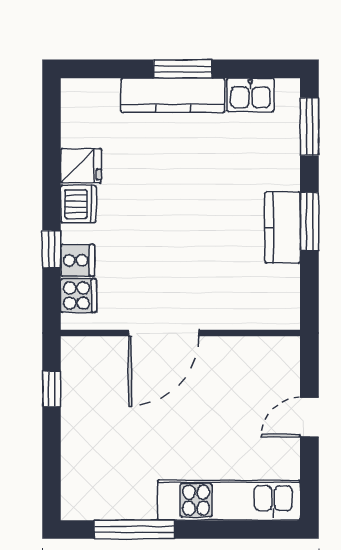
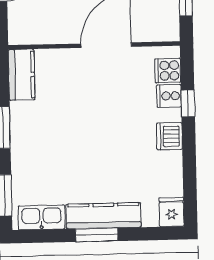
kitchen sink: (250, 95) -> (41, 217), width x1.38
fridge: (81, 166) -> (172, 212), moved, turned 90
kitchen counter: (283, 227) -> (22, 75), moved

